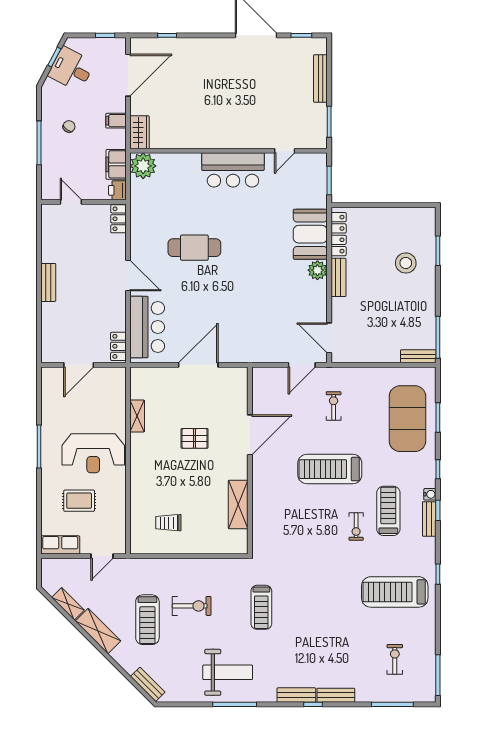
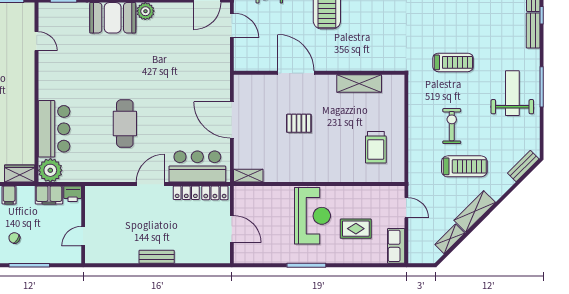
bar counter: (233, 170) -> (54, 129), moved
locker: (118, 219) -> (186, 193), moved
shelving: (137, 416) -> (248, 176), moved
pallet: (195, 438) -> (299, 123), turned 90
rug: (79, 501) -> (356, 229), turned 90
trolley: (168, 523) -> (376, 147), width x1.36, depth x1.39

